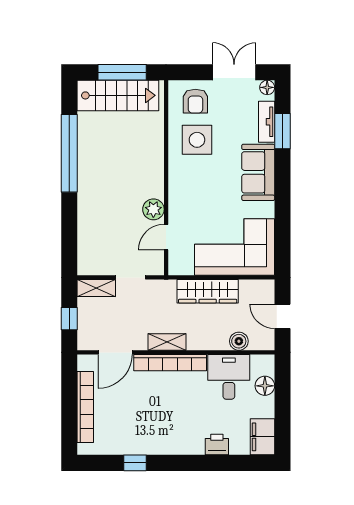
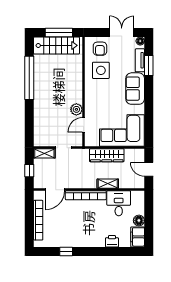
boiler: (239, 341) -> (124, 183), removed
shelving: (167, 342) -> (108, 184), moved
floor lamp: (265, 386) -> (139, 220), moved

